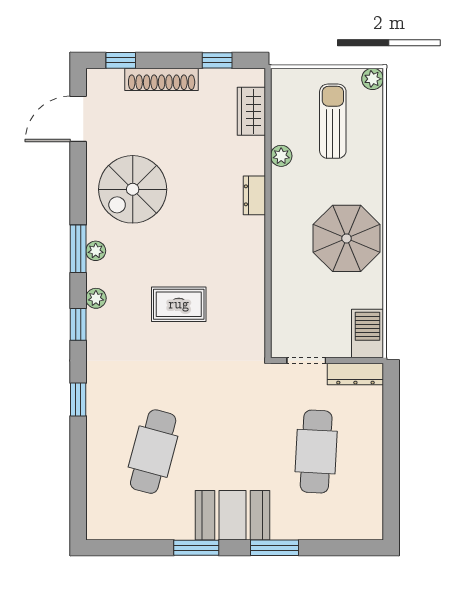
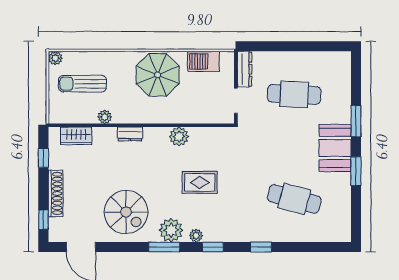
plant: (96, 251) -> (171, 230), width x1.88, depth x1.88
plant: (251, 272) -> (179, 136), added
rug: (179, 304) -> (200, 182), turned 90
barbecue: (368, 334) -> (203, 61), moved

